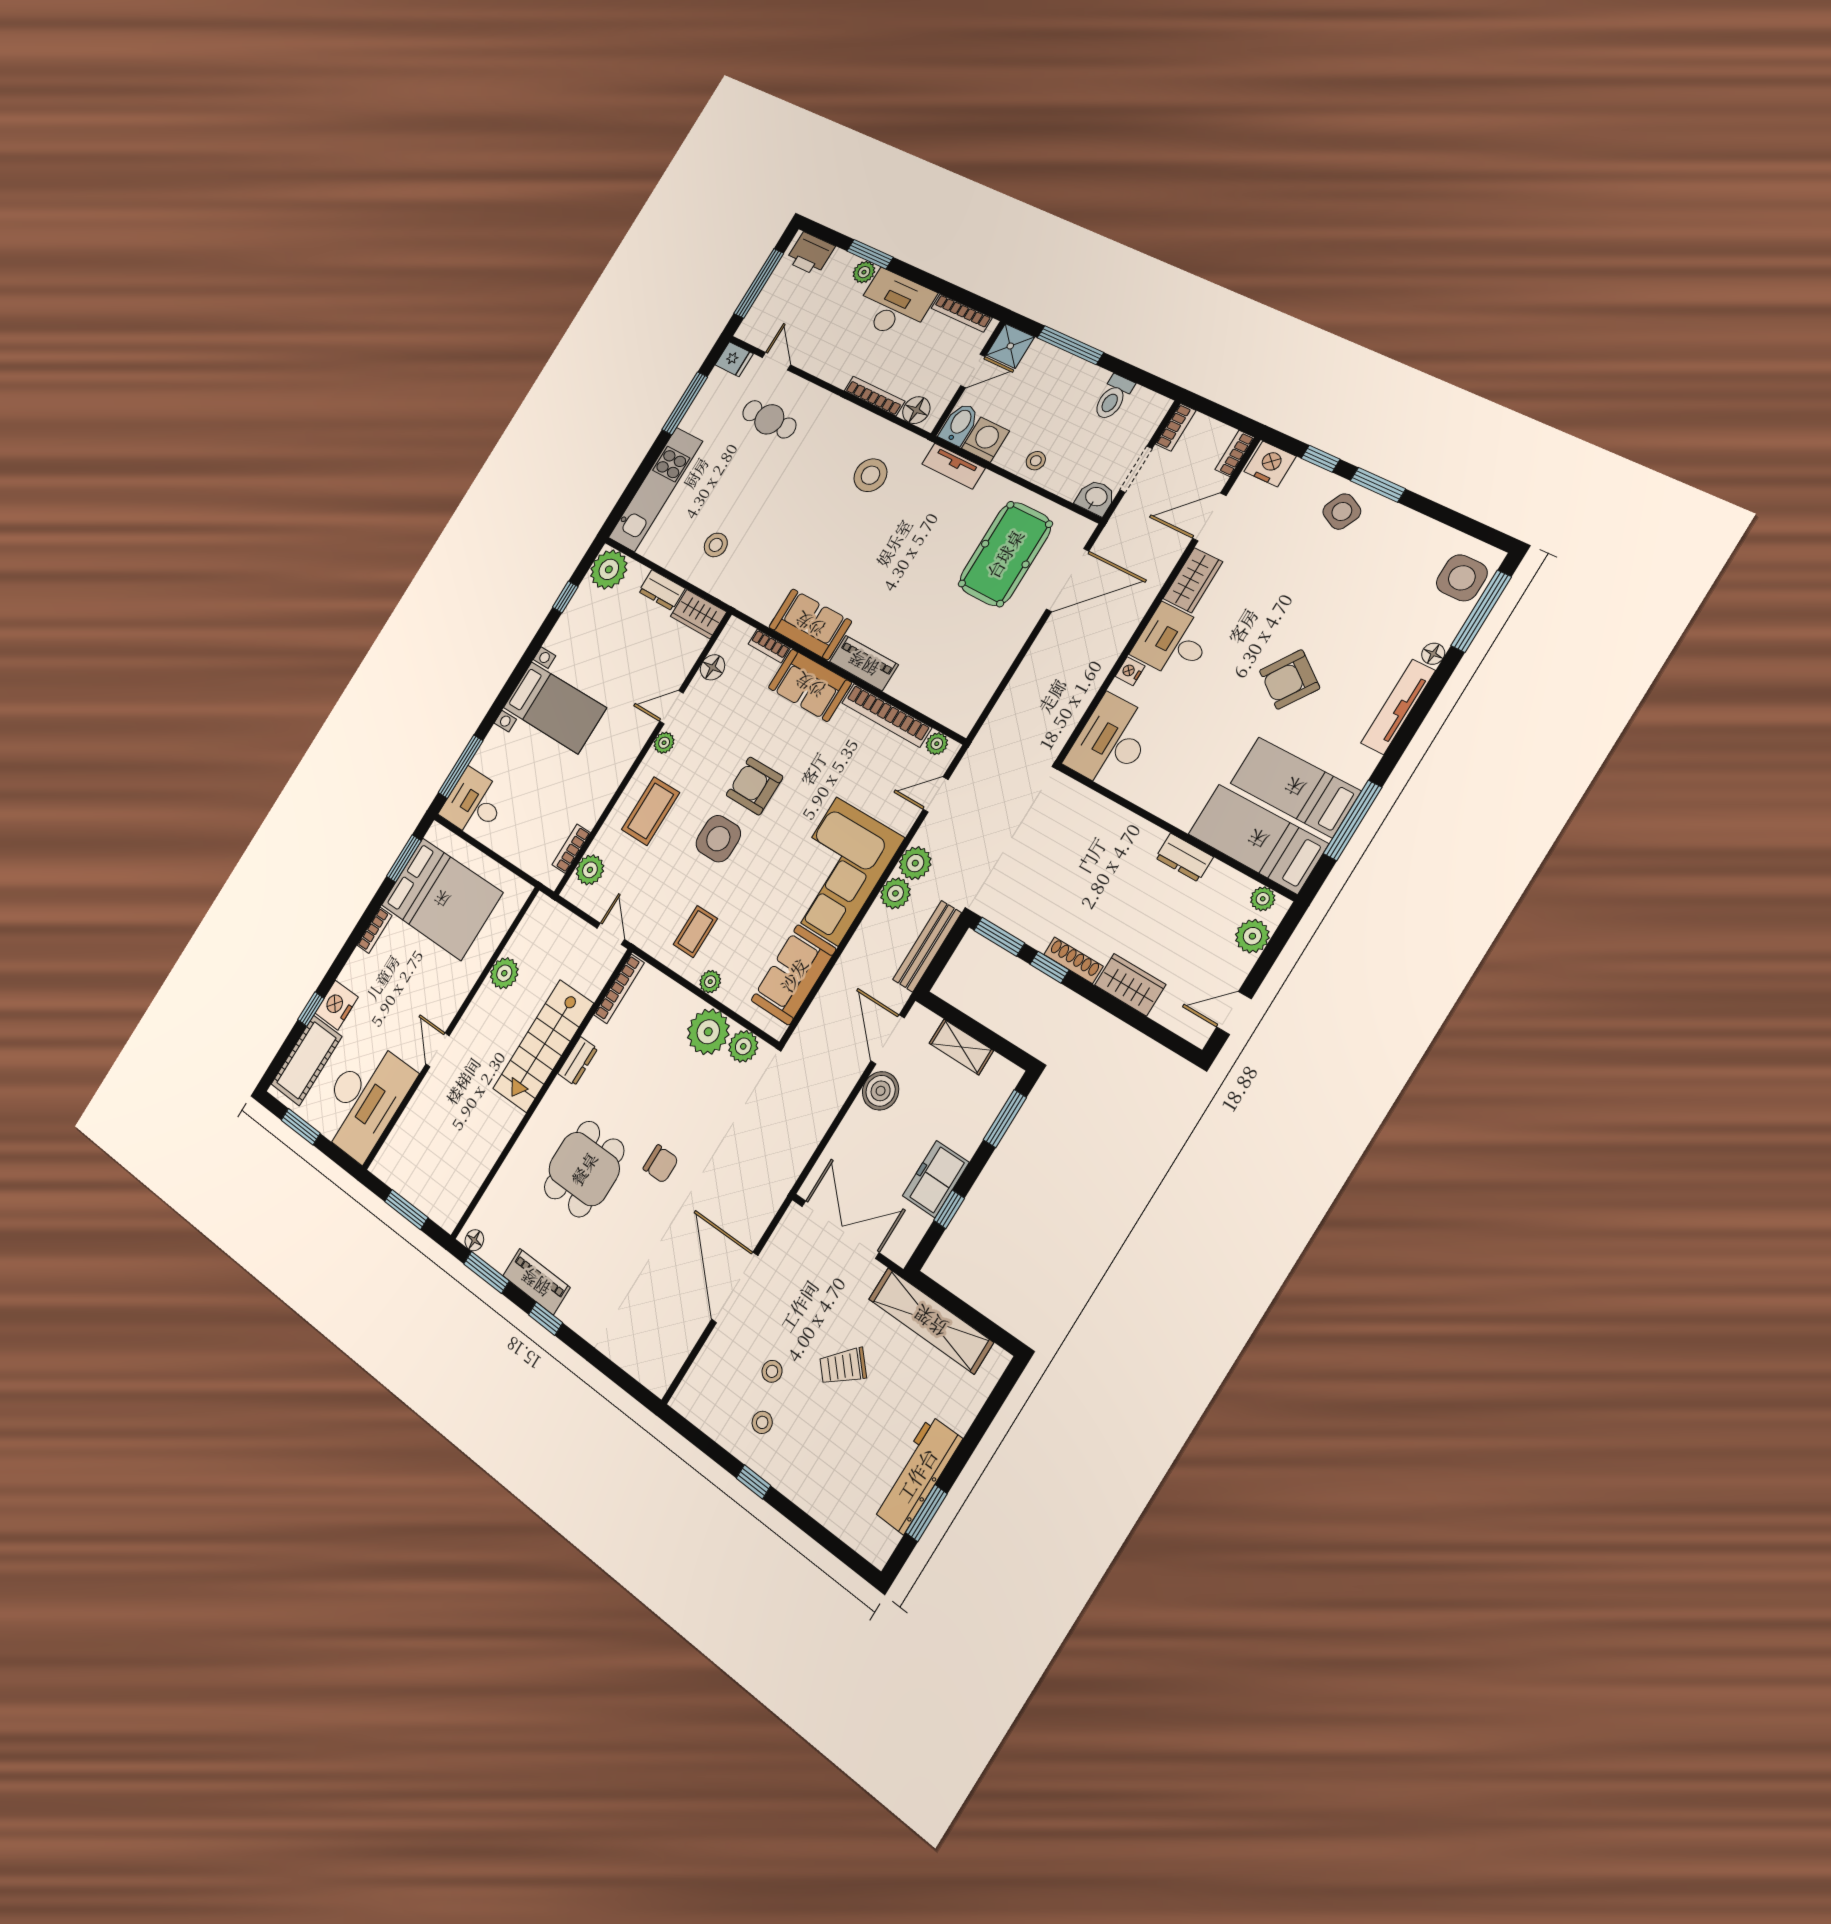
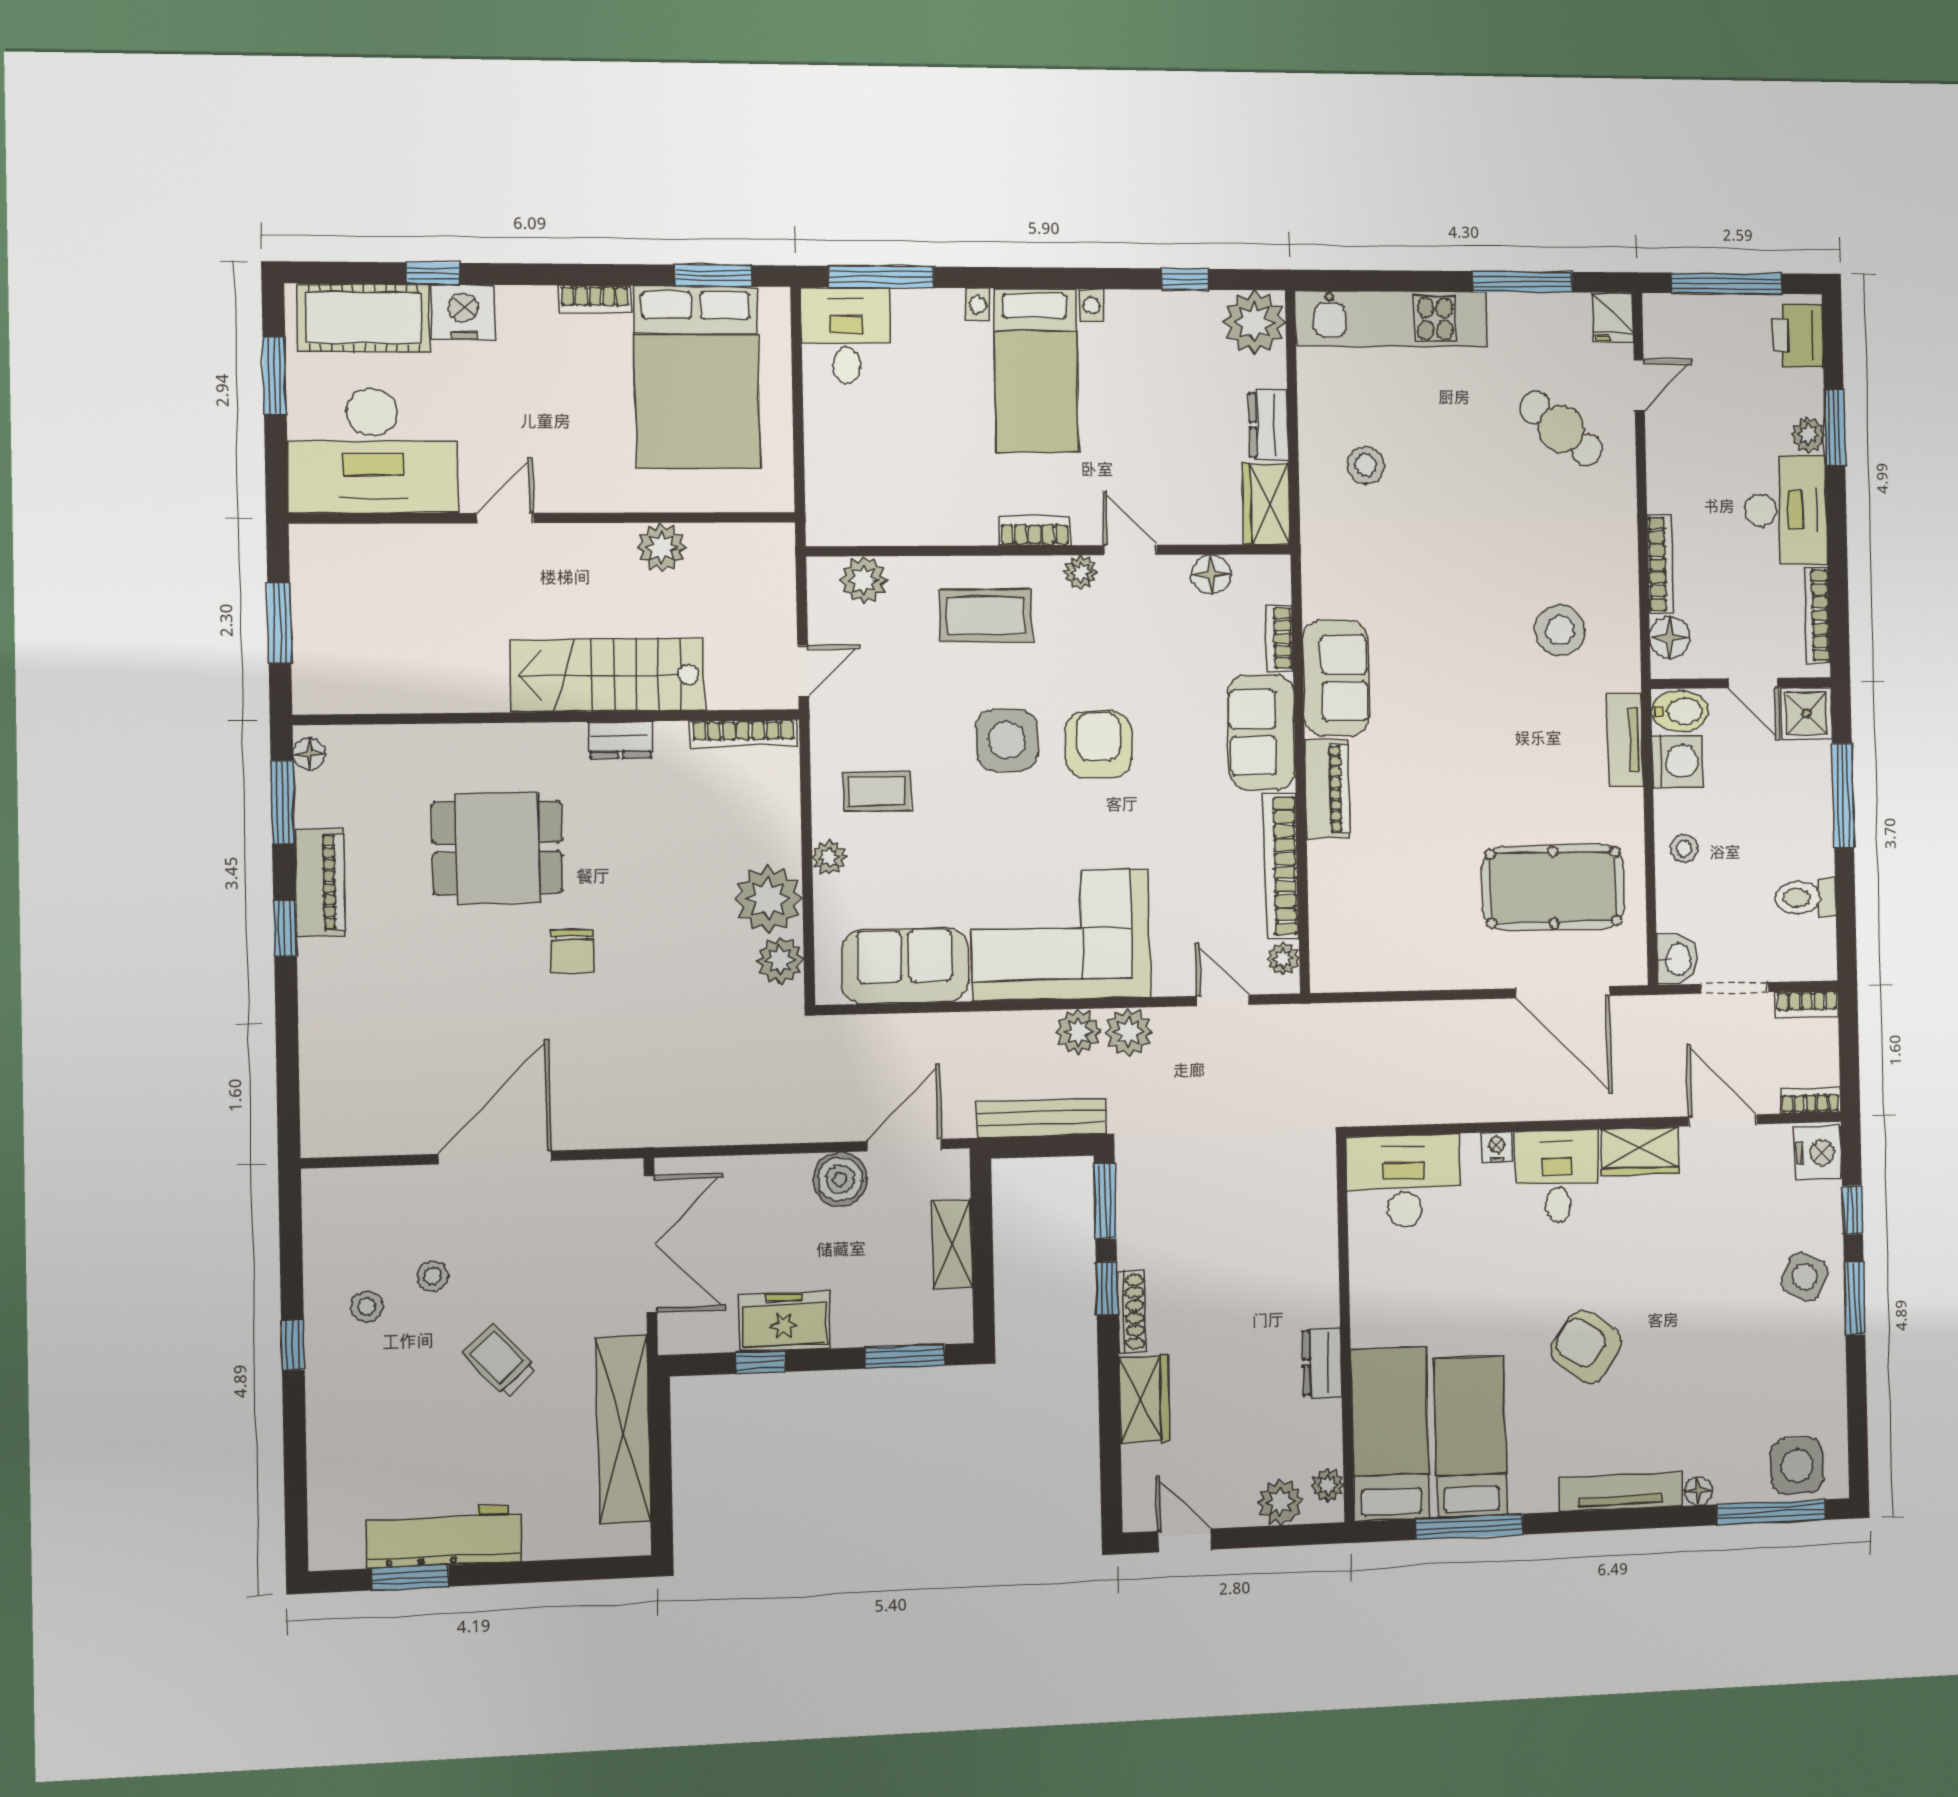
cafe table: (769, 419) -> (1561, 429), turned -51
bookcase: (571, 849) -> (1035, 531), moved

